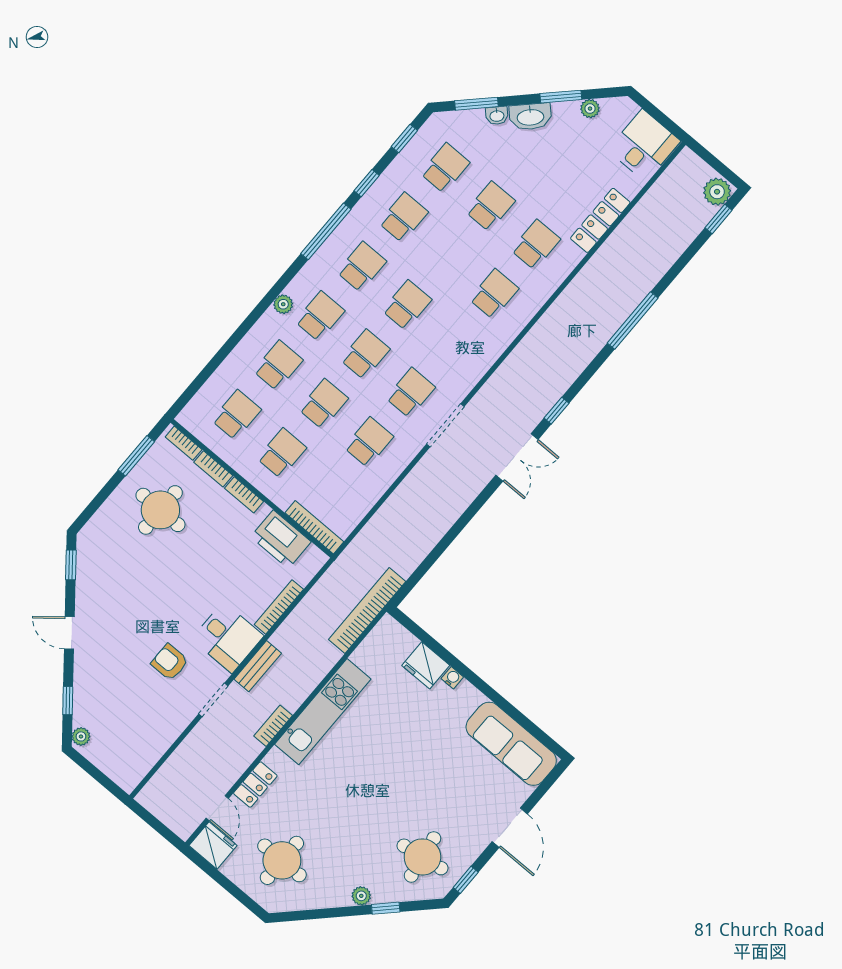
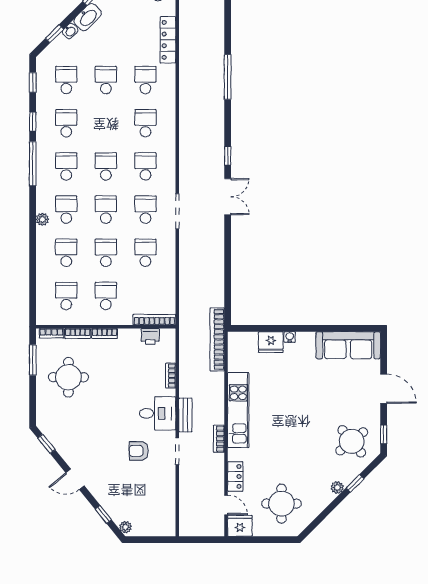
window: (476, 104) -> (54, 34), width x0.67
school desk: (452, 343) -> (145, 166), added
printer: (281, 539) -> (150, 336), width x0.53, depth x0.68
bookcase: (279, 607) -> (171, 376), width x0.64
round table: (422, 857) -> (352, 441), turned -30

